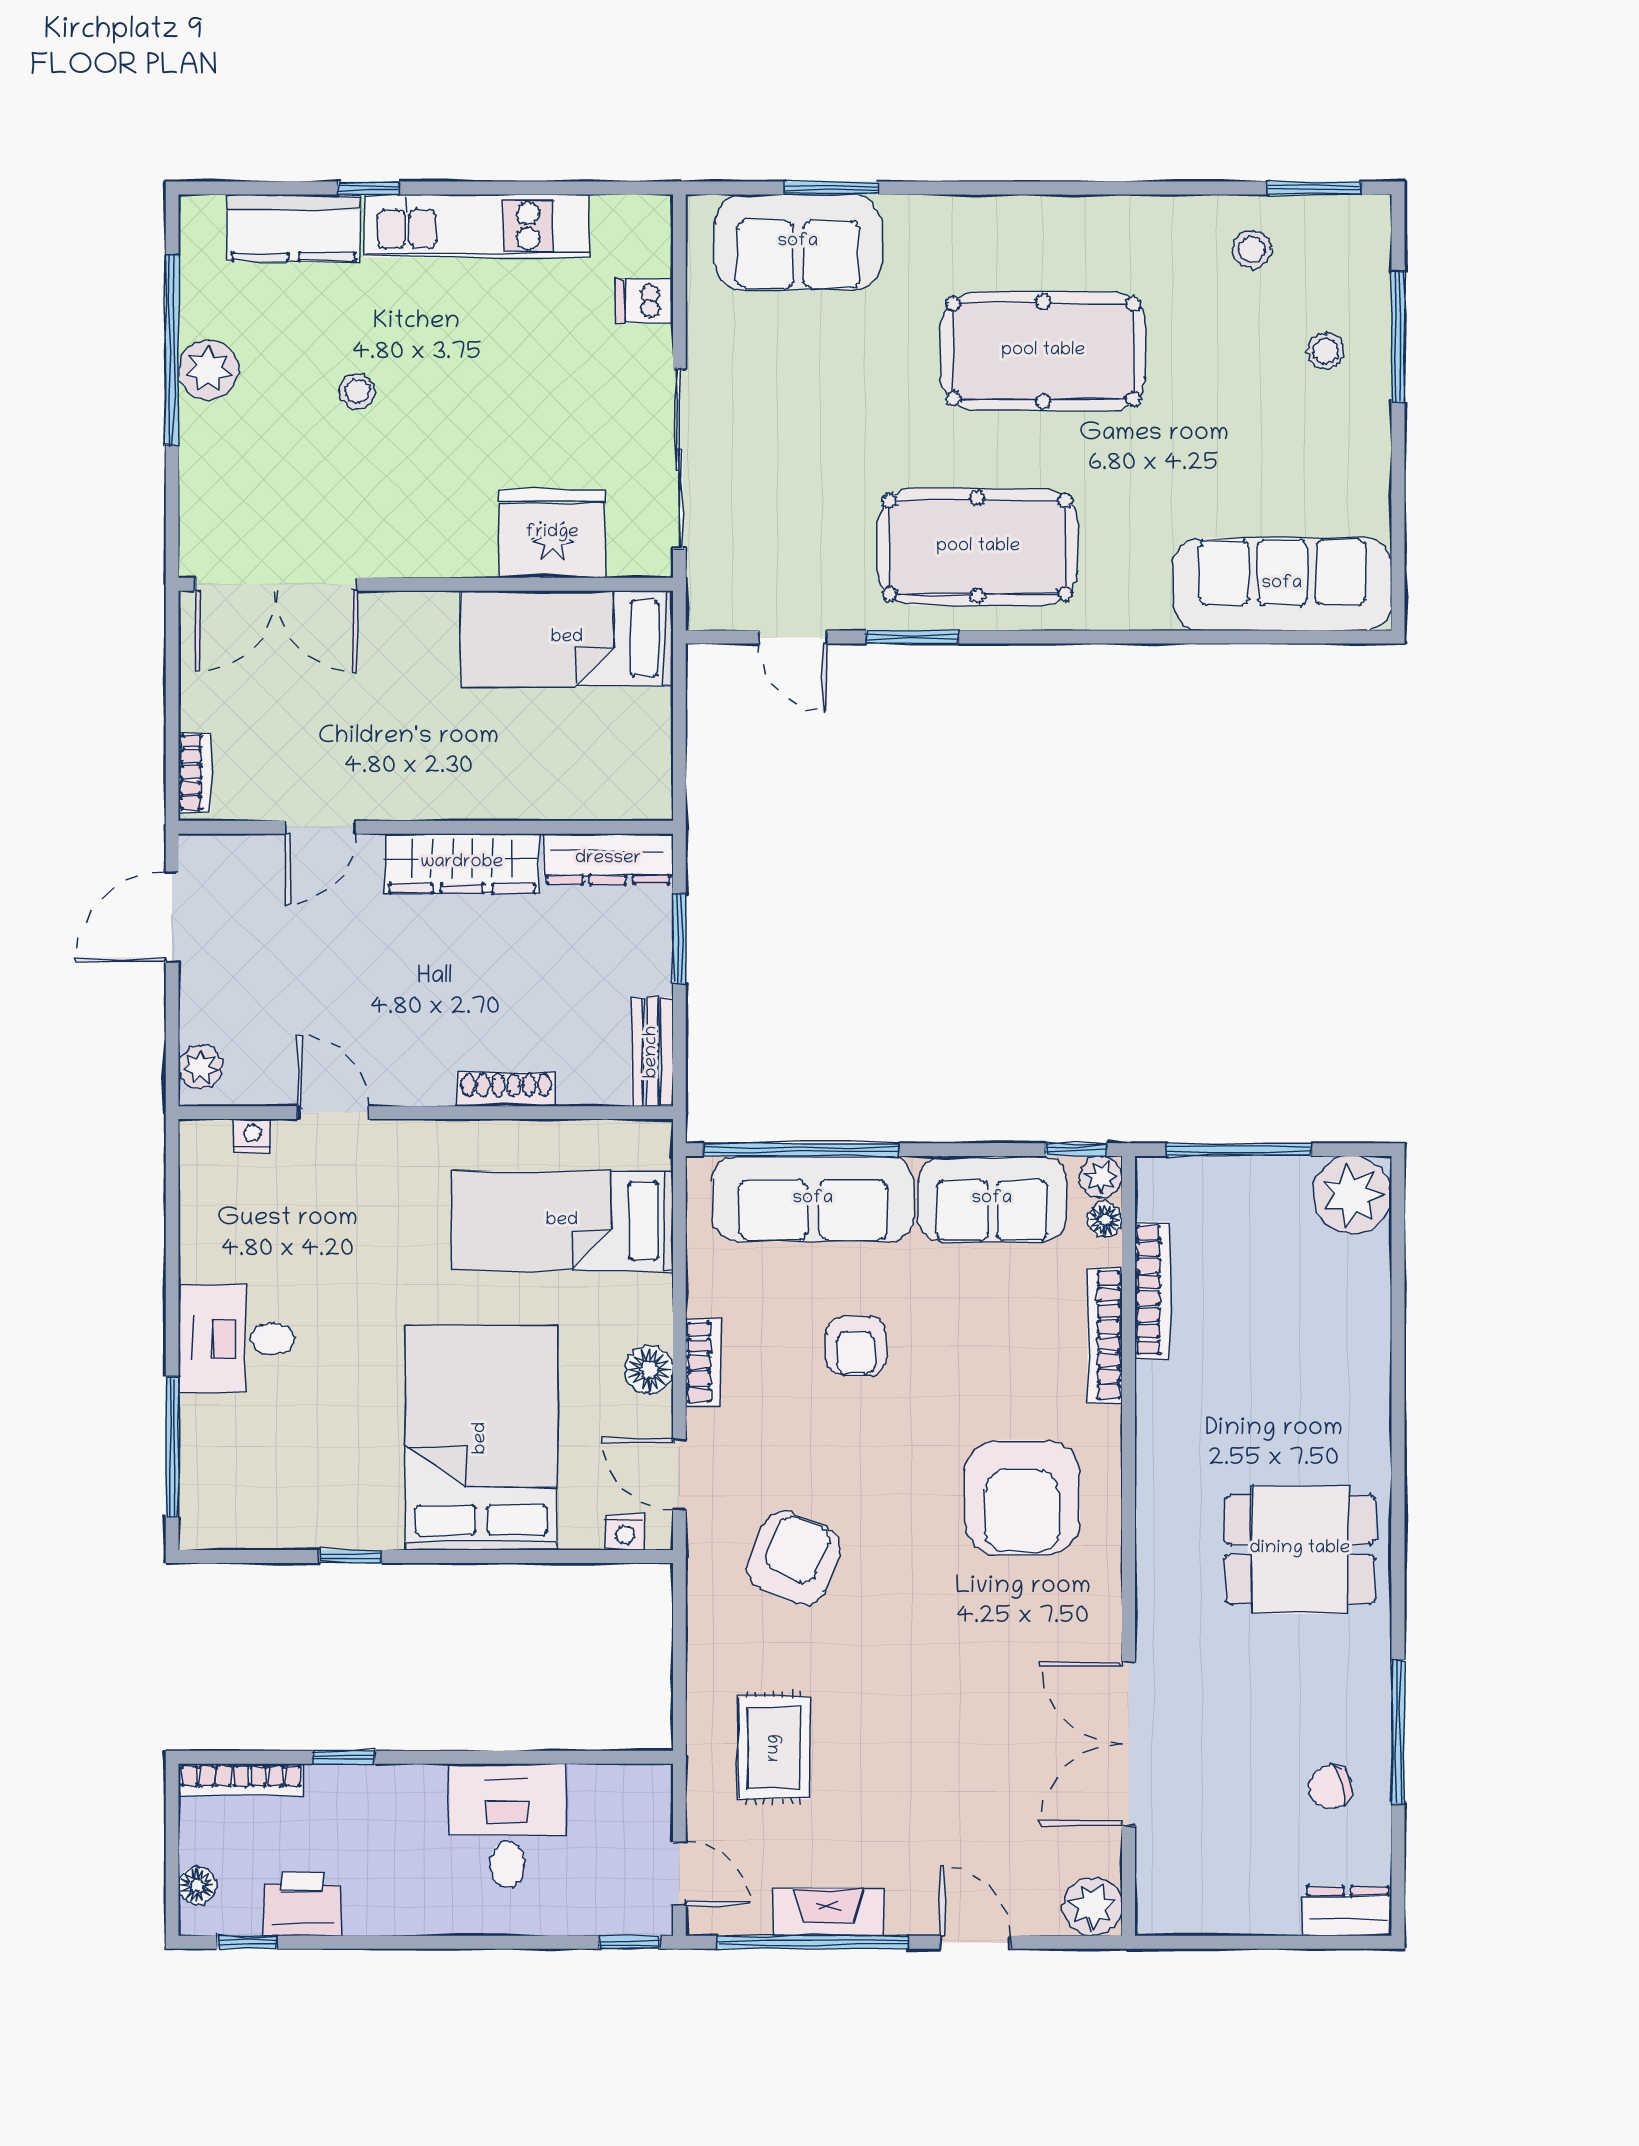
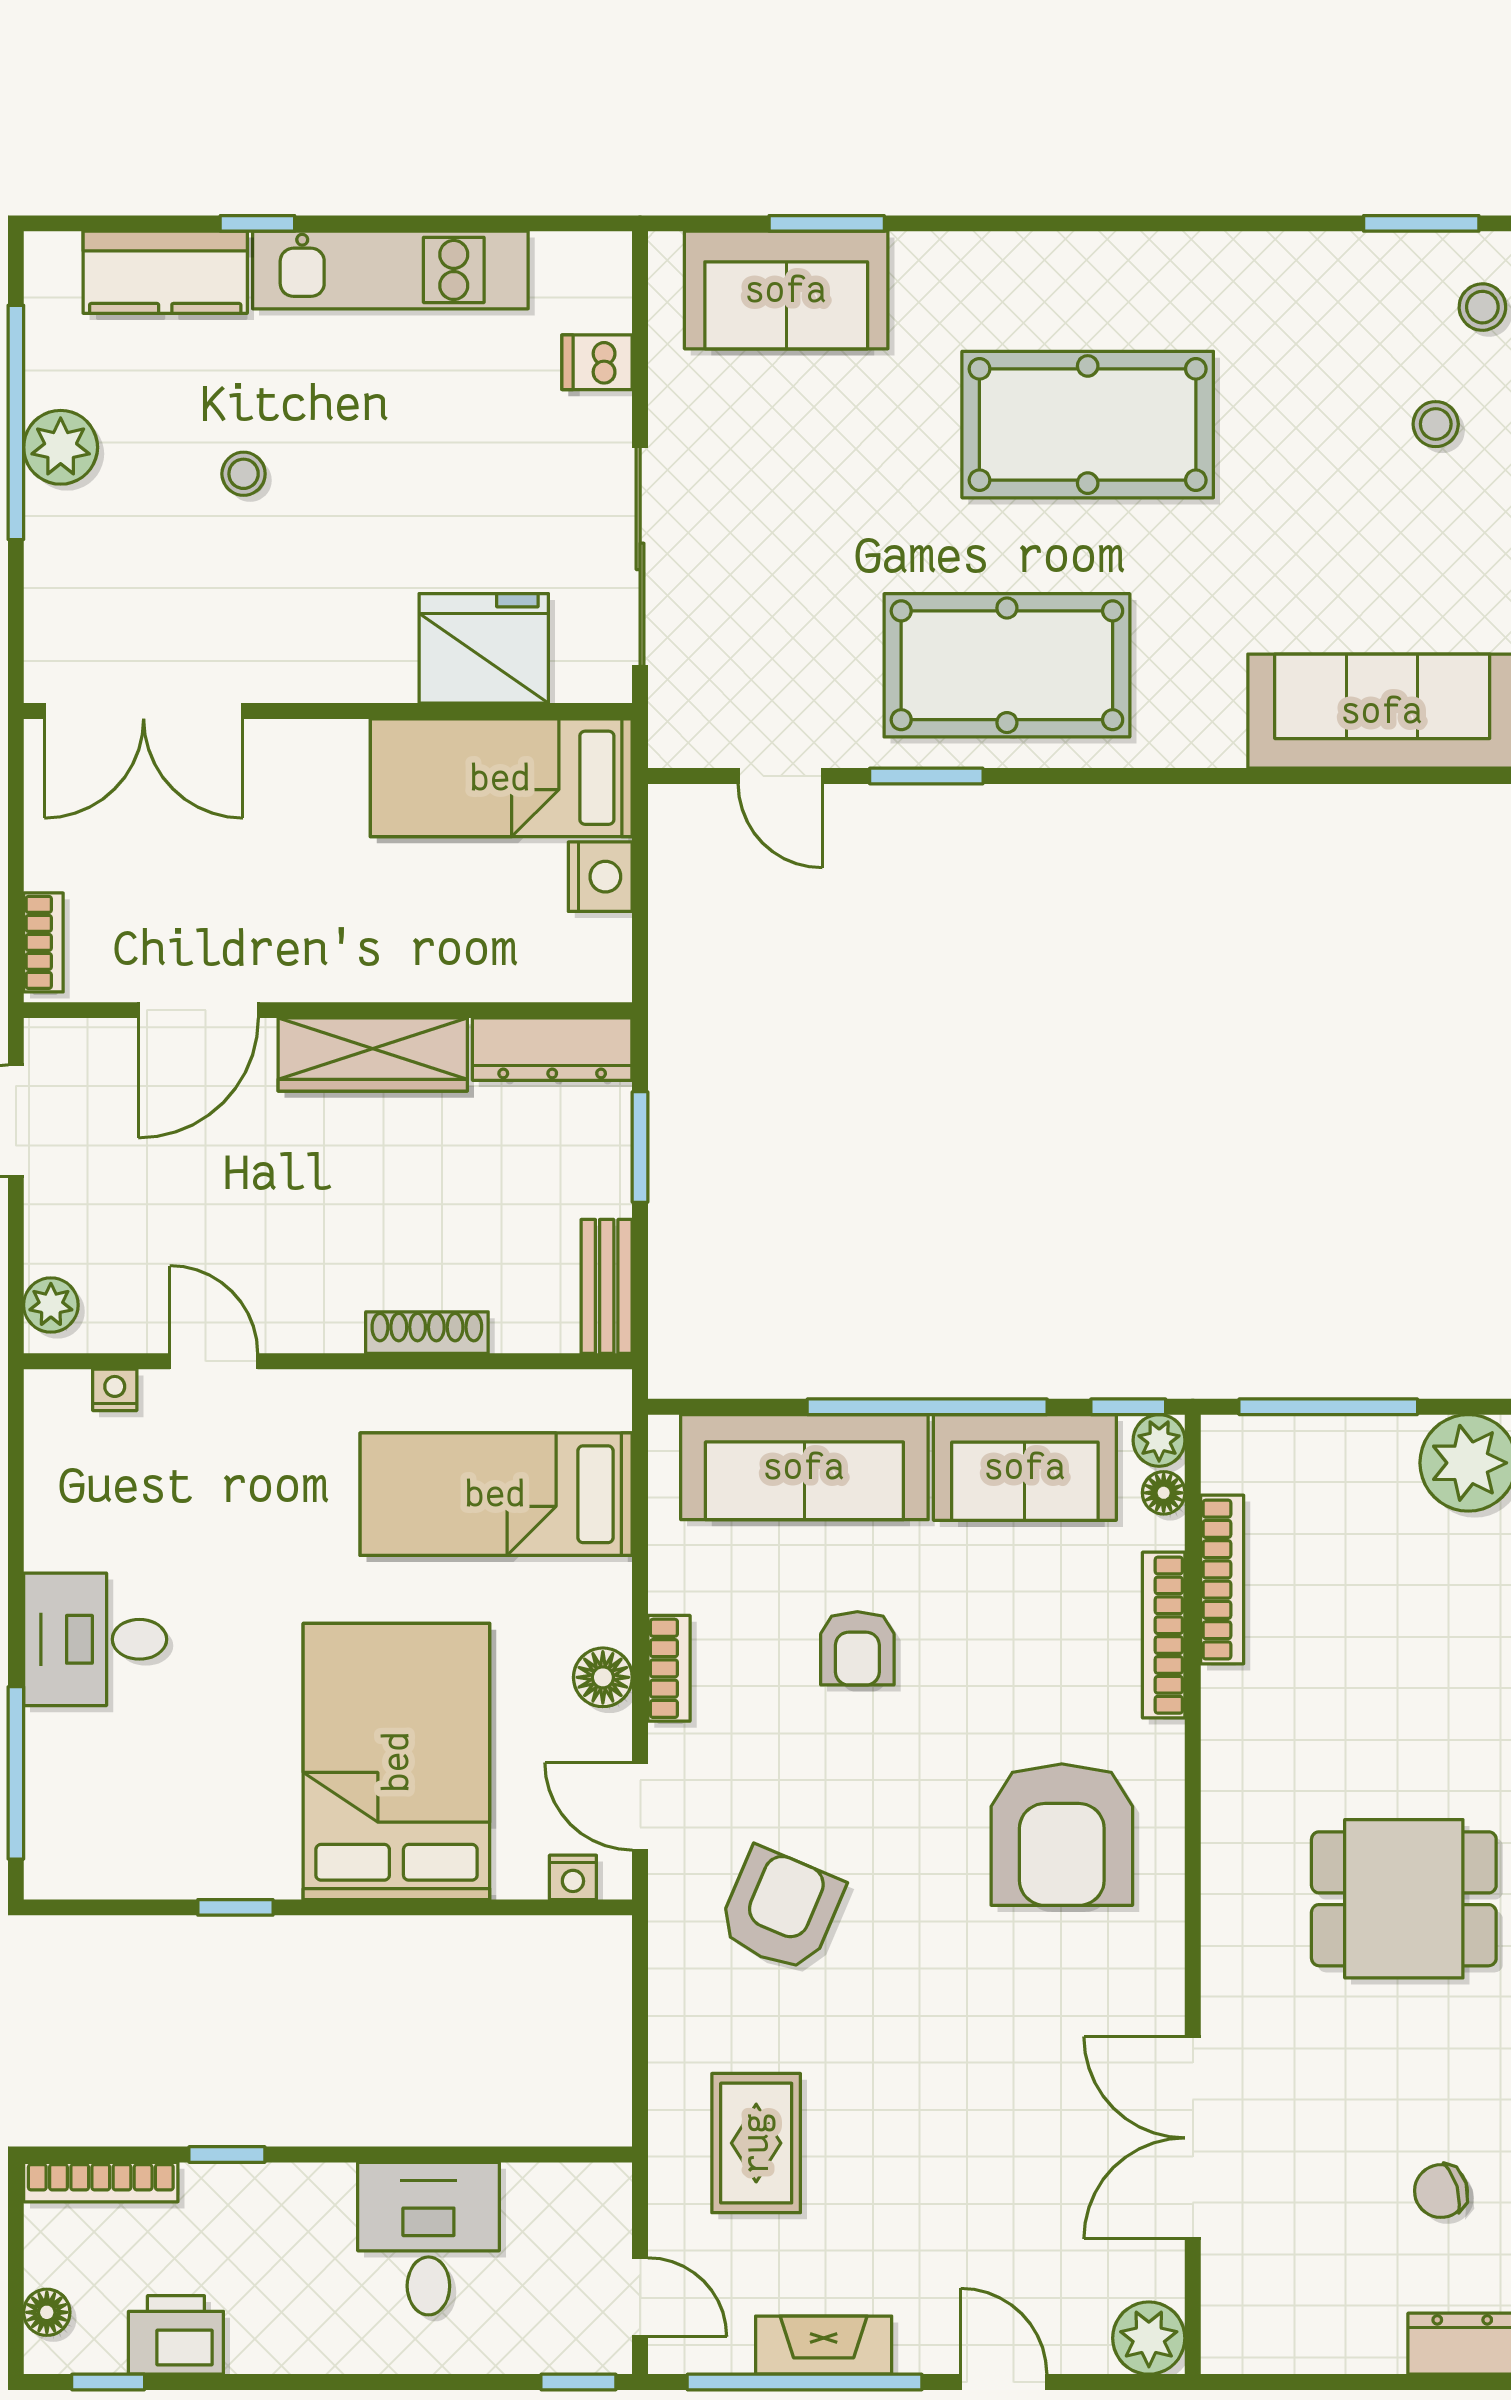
stool: (1252, 249) -> (1482, 307), moved
nightstand: (647, 719) -> (600, 877), added
door: (320, 827) -> (198, 1010), width x1.38
window: (801, 1150) -> (927, 1407), moved

